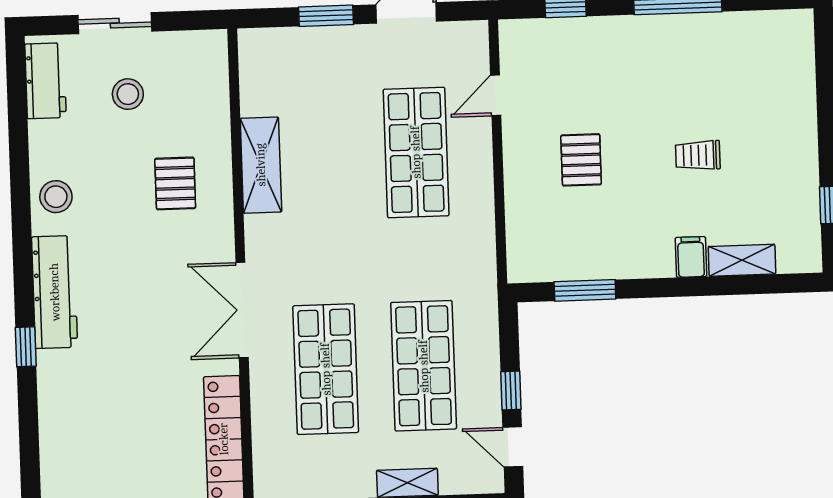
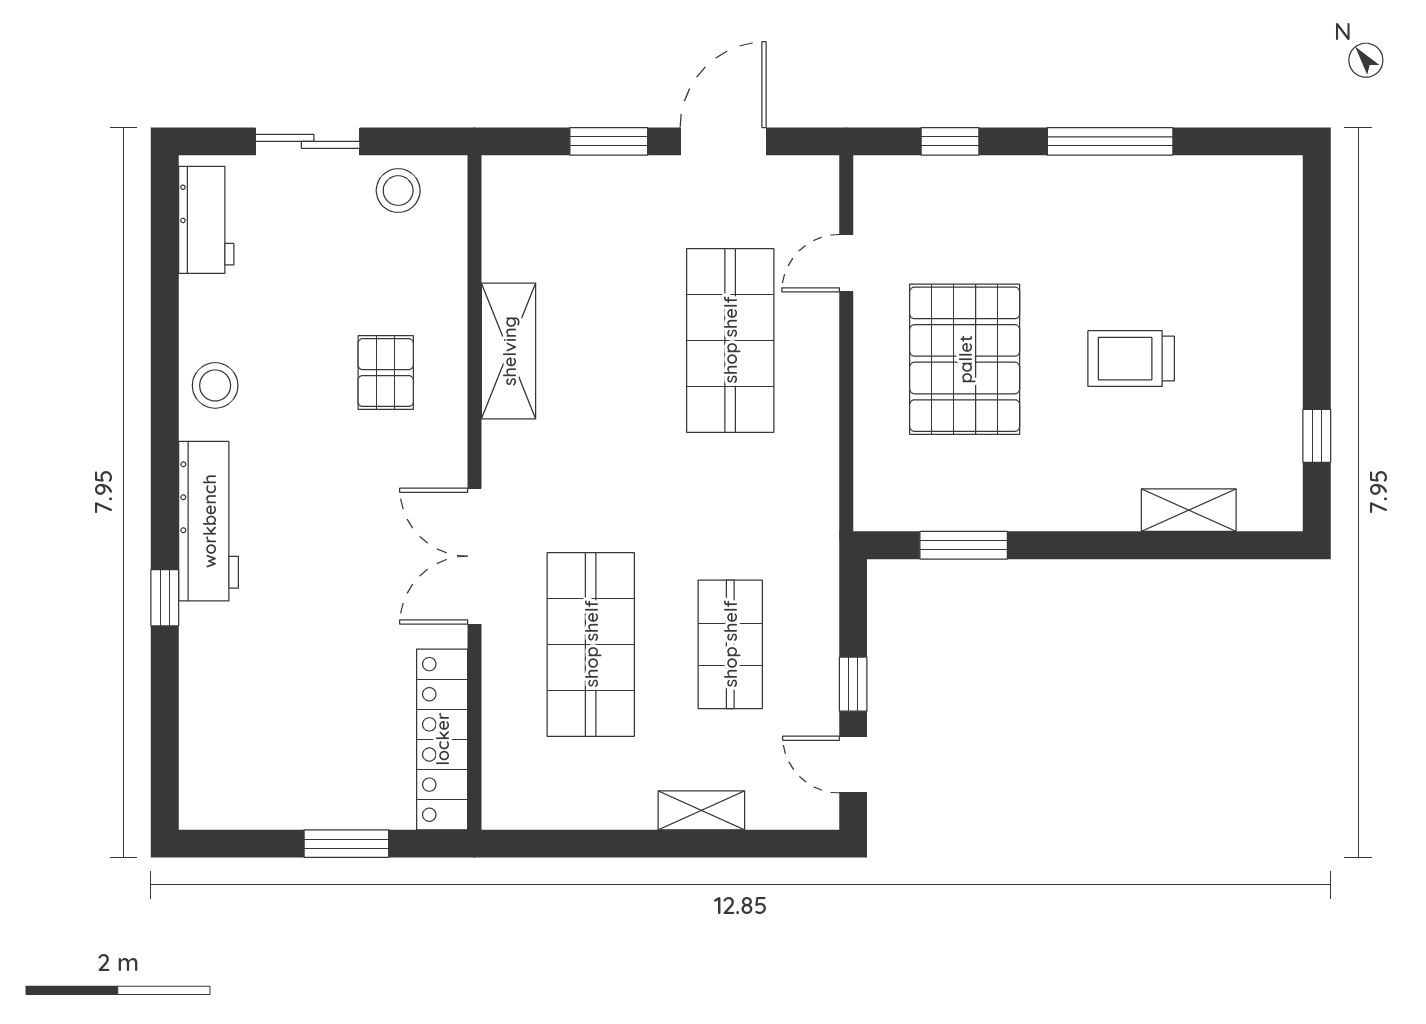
stool: (128, 94) -> (398, 191), moved
trolley: (698, 155) -> (1131, 359), width x1.36, depth x1.39
pallet: (581, 160) -> (965, 359), width x2.05, depth x2.00
filing cabinet: (691, 257) -> (1116, 503), removed
shop shelf: (424, 366) -> (730, 644), width x0.70, depth x0.74

